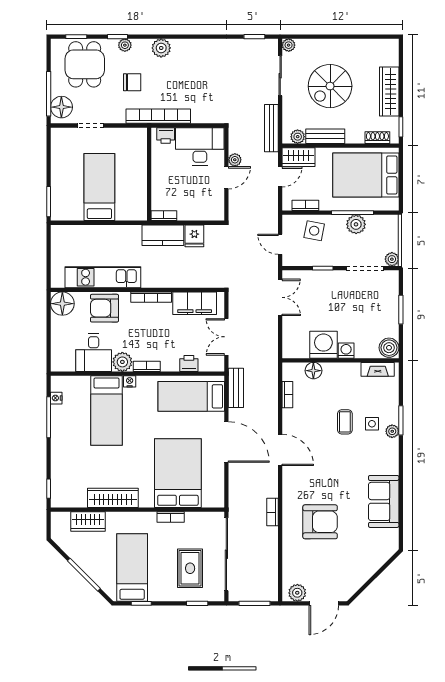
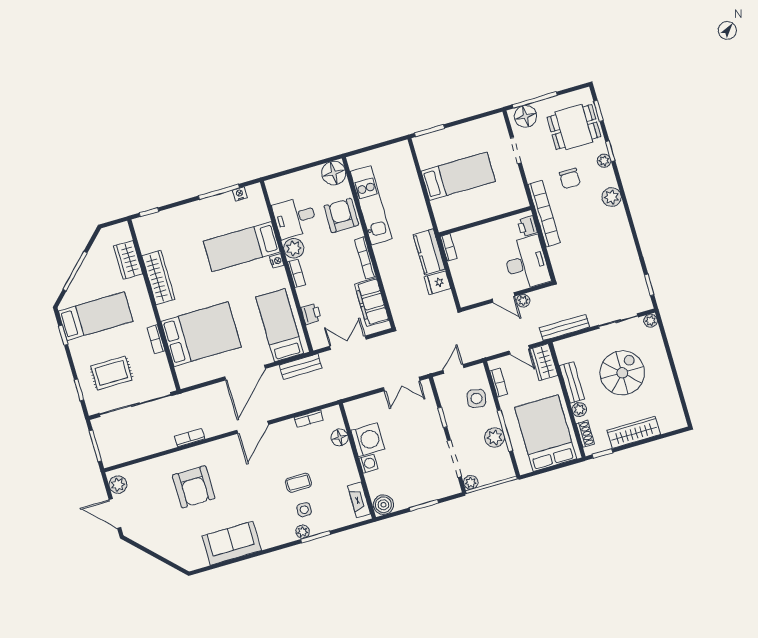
spiral stairs: (330, 86) -> (622, 373), turned 90
plant: (298, 137) -> (579, 410), moved

